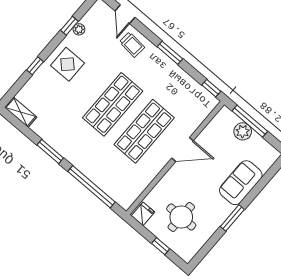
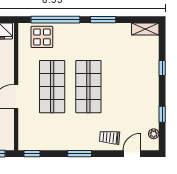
door: (125, 14) -> (132, 154), hinge flipped
plant: (79, 29) -> (154, 134), moved
display table: (67, 64) -> (42, 37), moved

